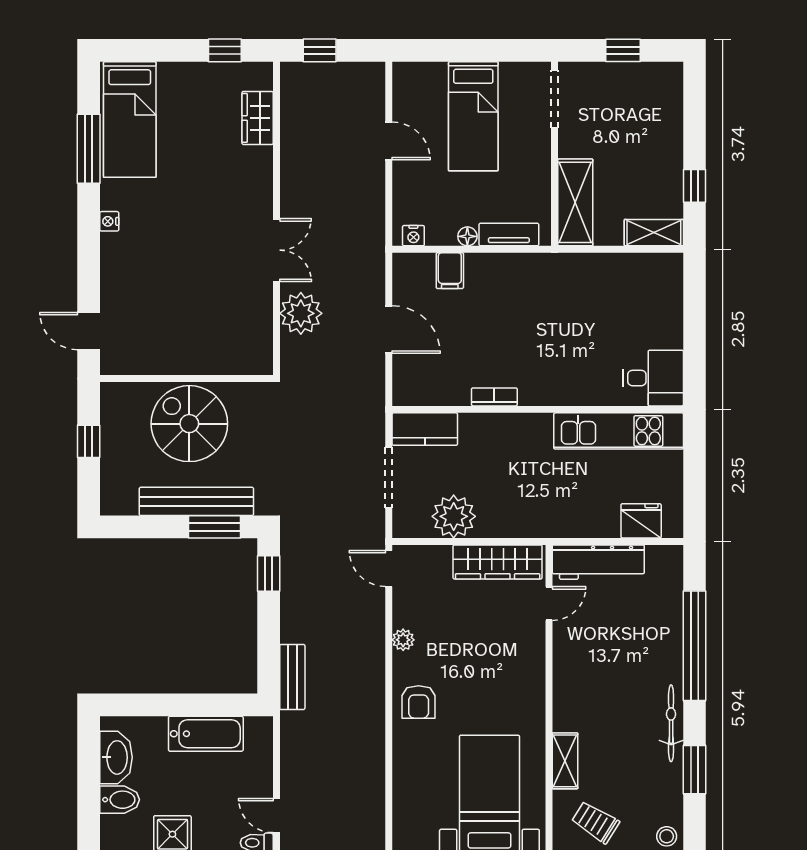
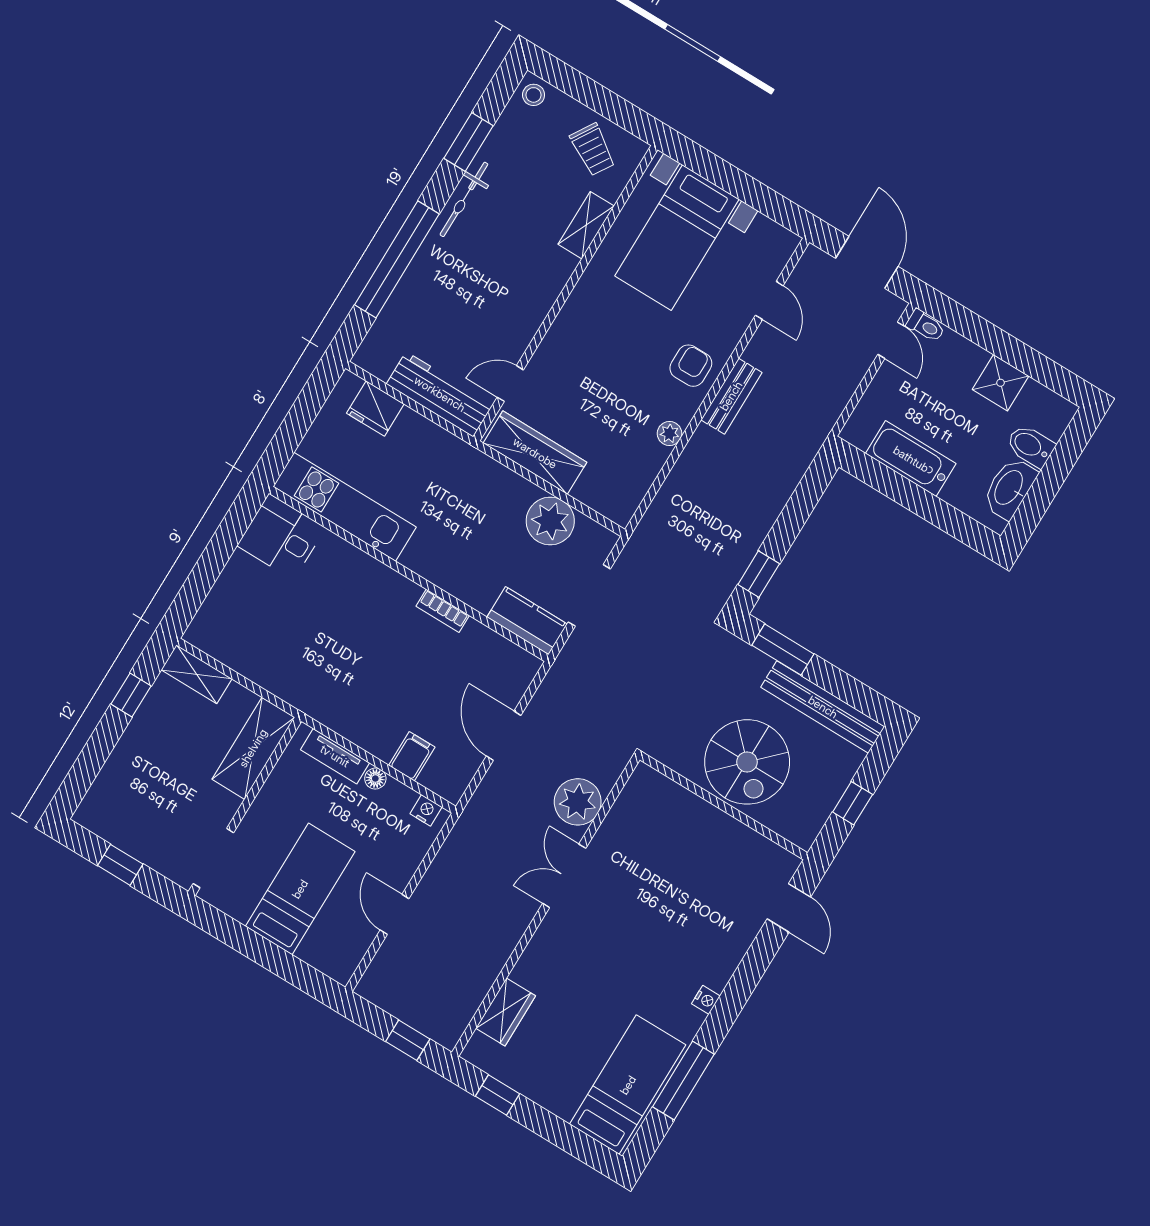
bench: (196, 501) -> (823, 707), moved
door: (389, 569) -> (769, 300), moved
bench: (292, 677) -> (731, 396), moved

